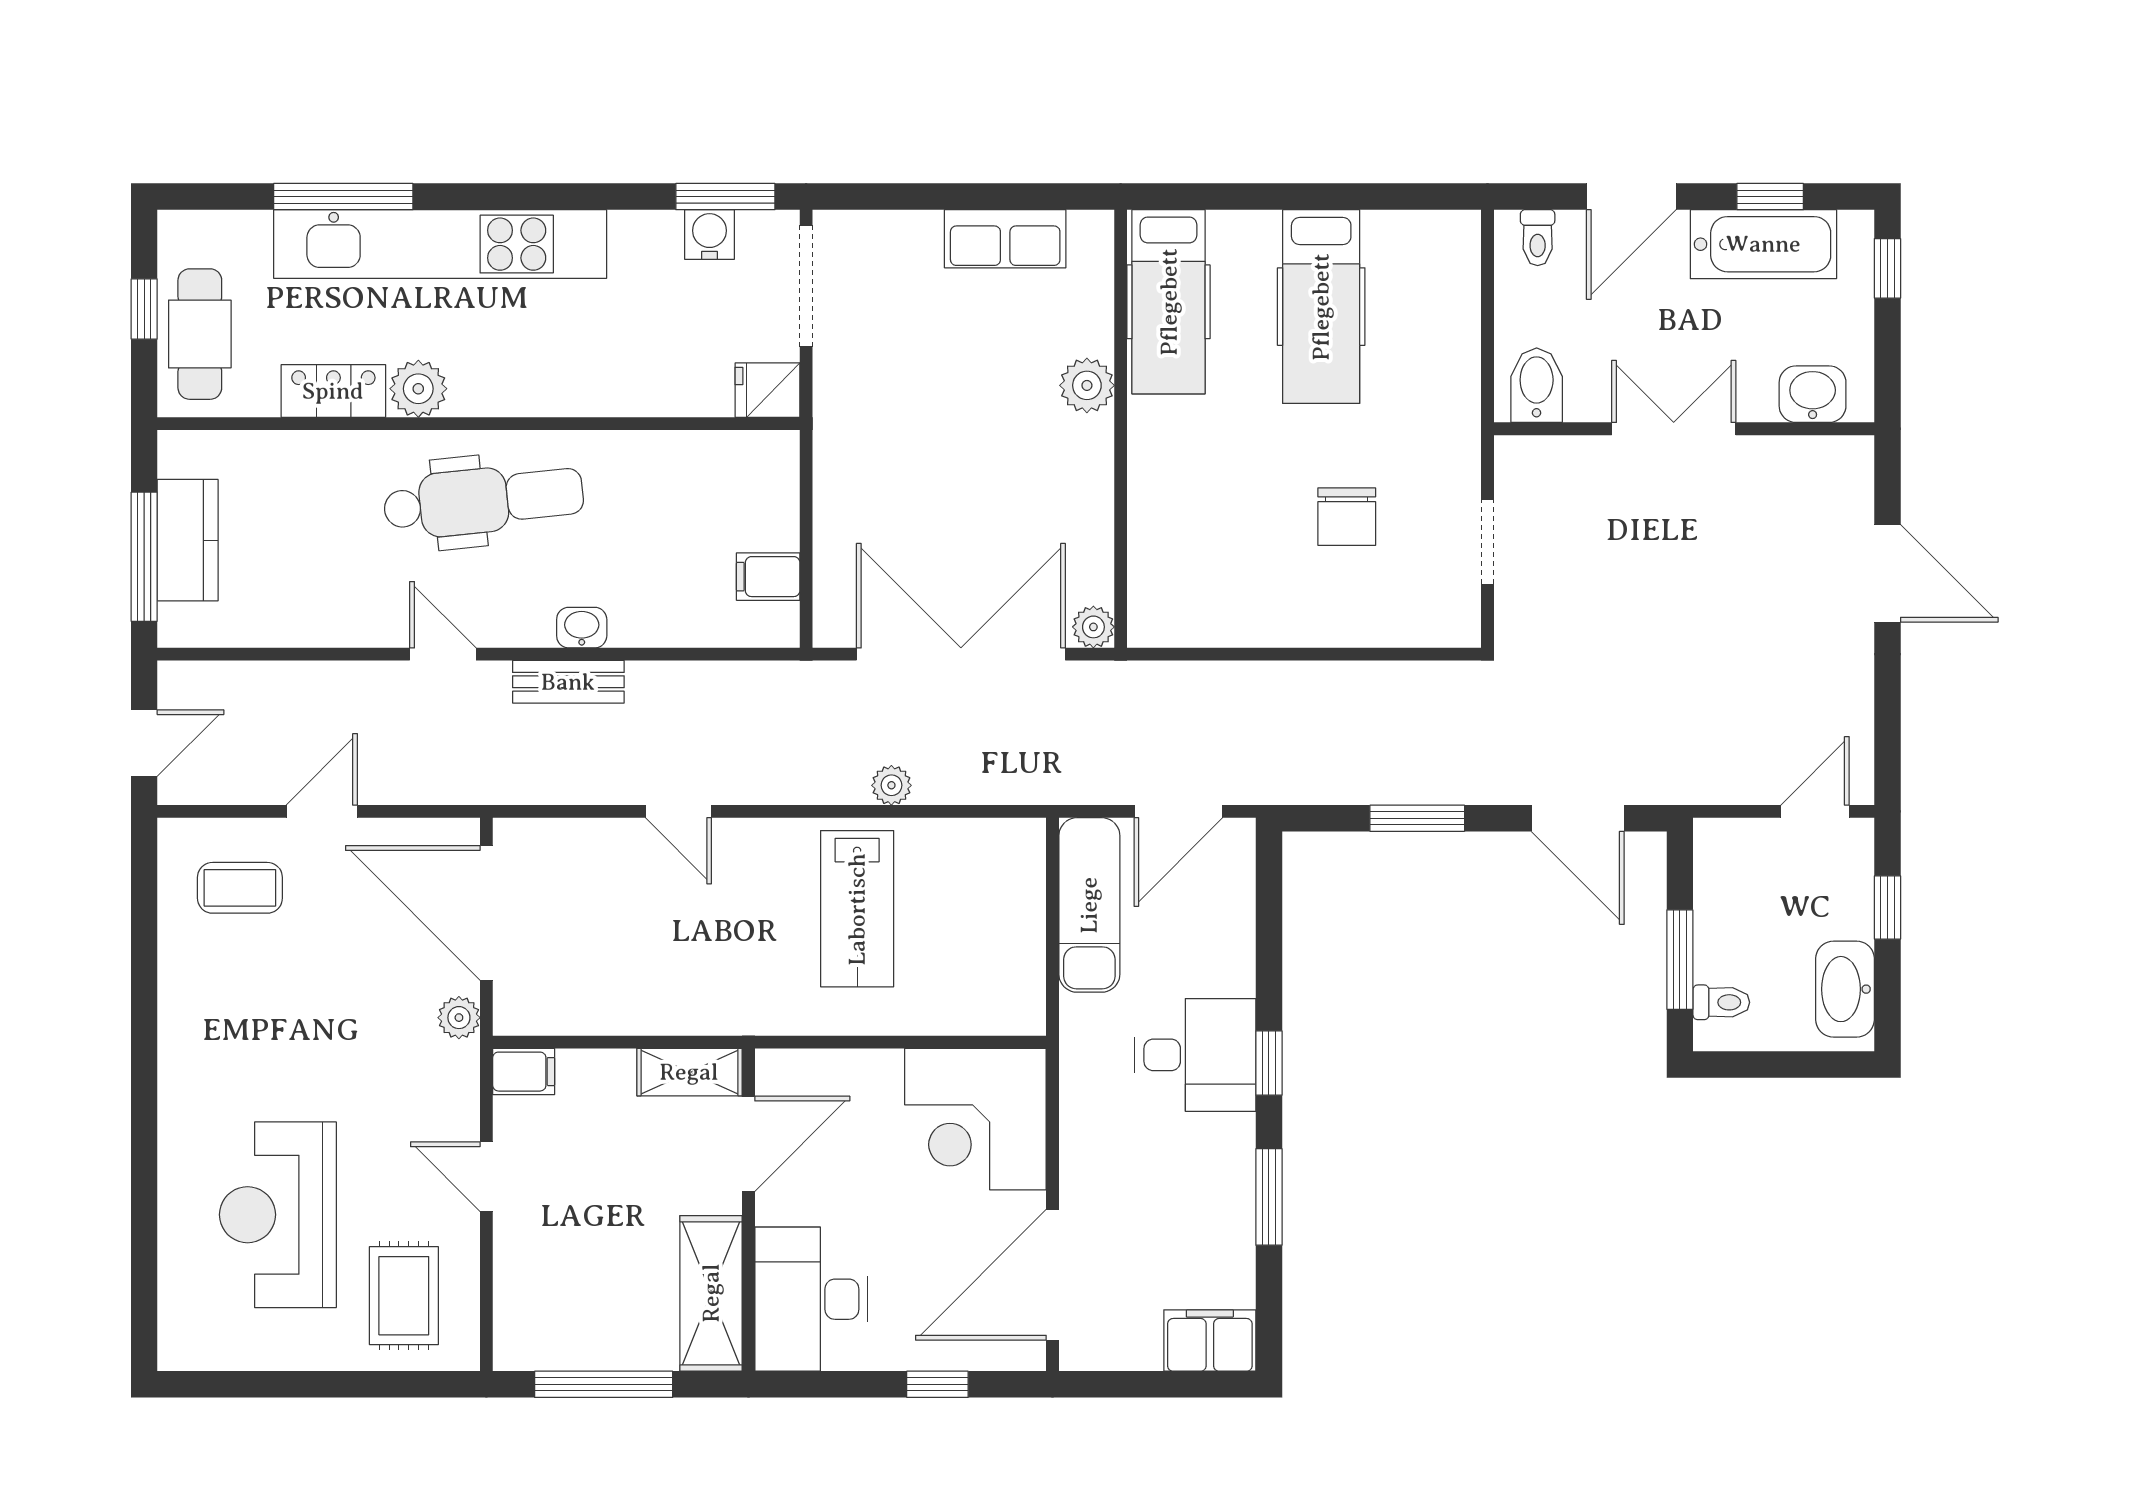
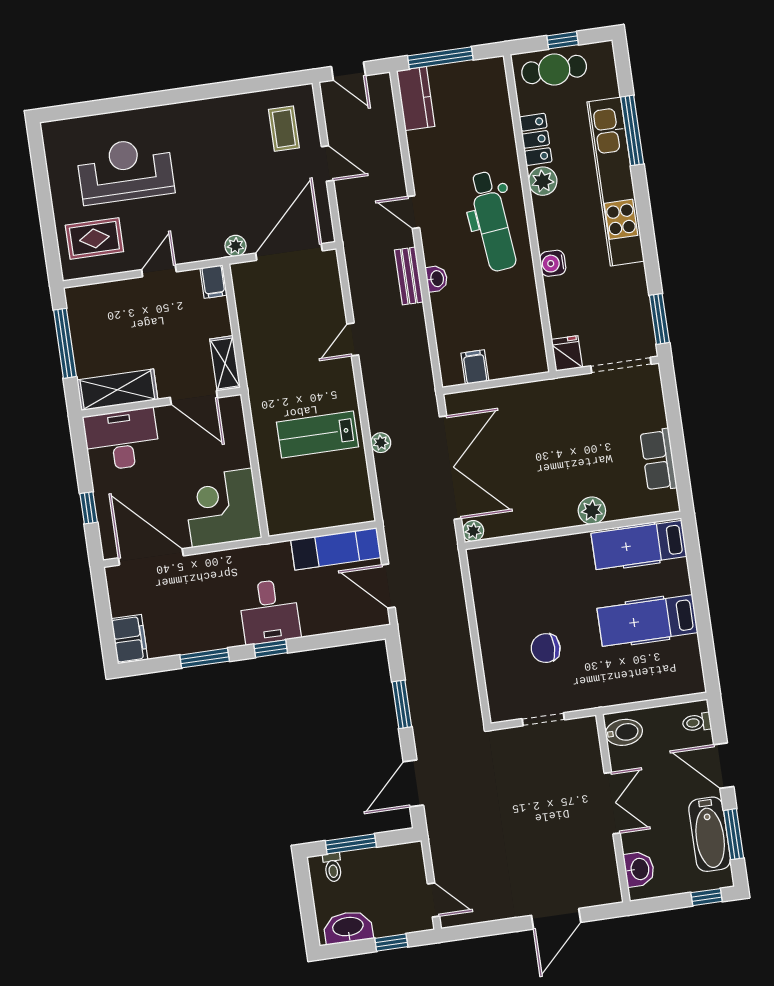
window: (1770, 197) -> (734, 834), width x1.50
water cooler: (710, 235) -> (553, 263), moved, turned 180
kitchen counter: (188, 540) -> (416, 99), moved, turned -90
door: (443, 654) -> (414, 212), swing flipped

